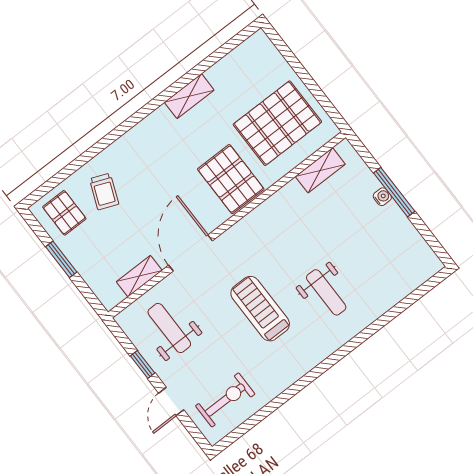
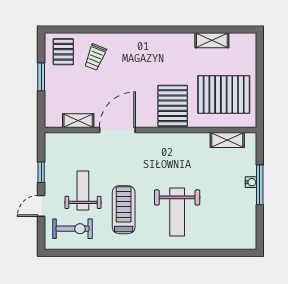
shelving: (189, 96) -> (212, 40), moved
weight bench: (326, 292) -> (177, 212), width x1.36, depth x1.33
treadmill: (260, 309) -> (124, 210), moved
weight bench: (169, 328) -> (83, 191), moved

